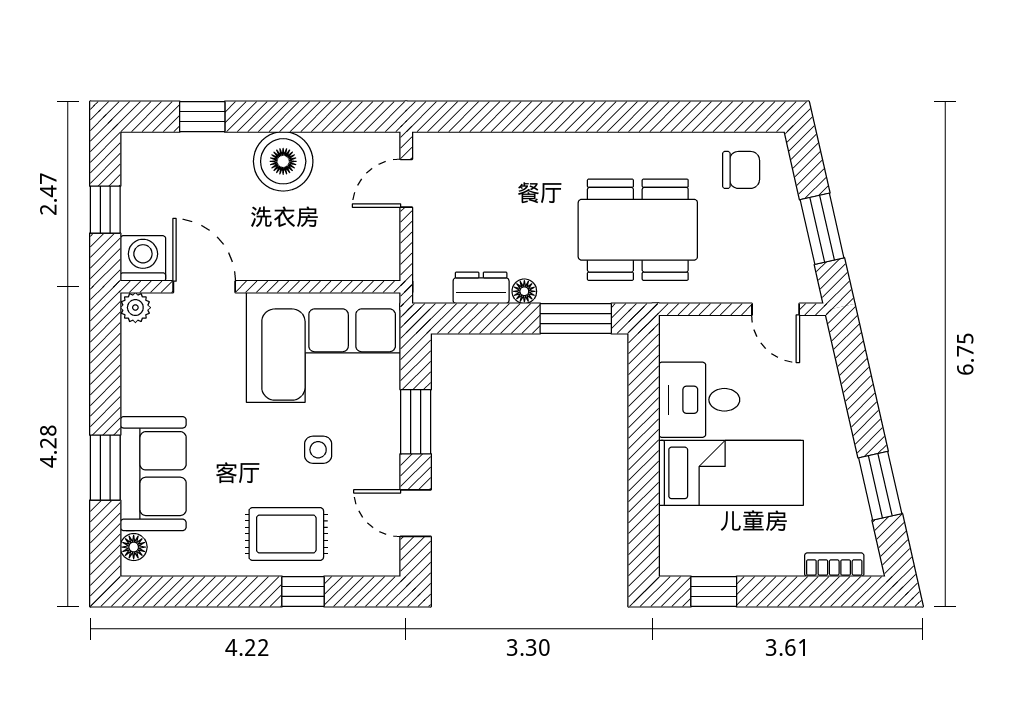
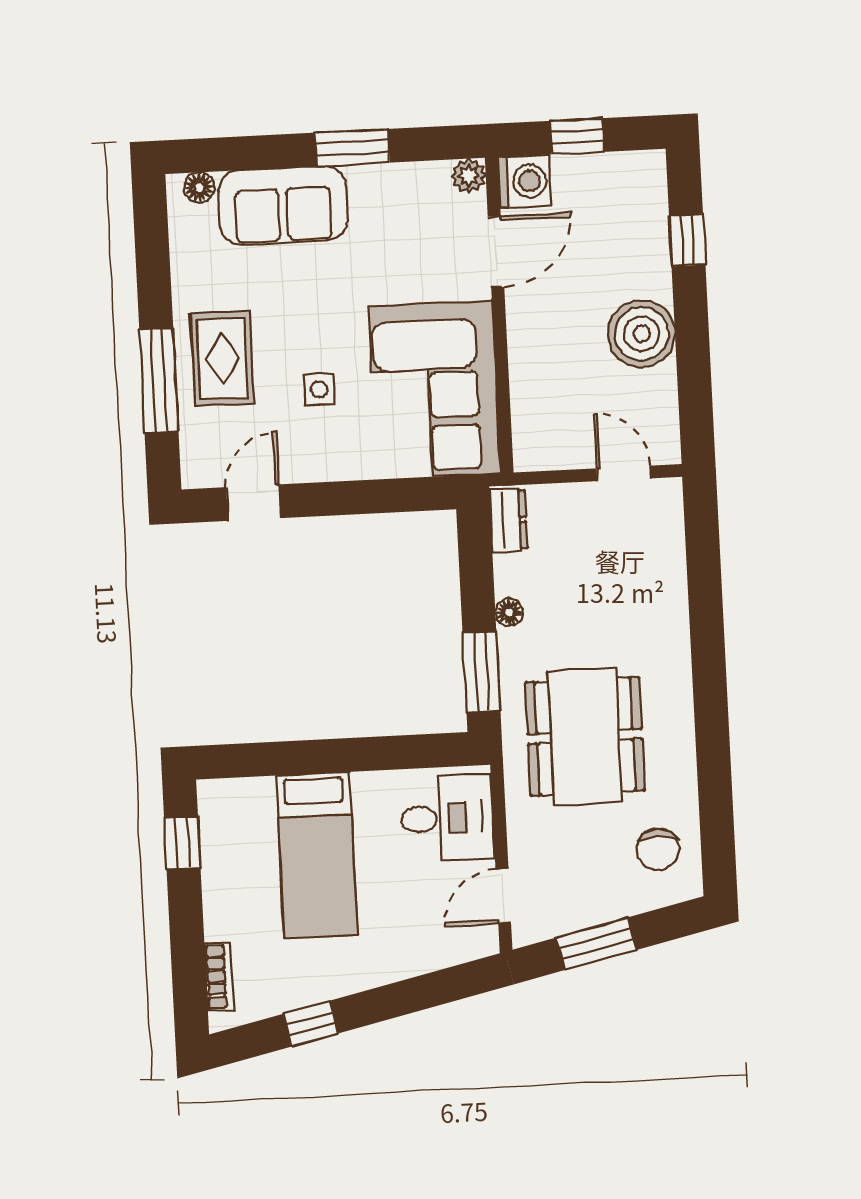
dresser: (481, 288) -> (508, 520), moved
desk: (699, 400) -> (447, 818), moved, turned 90
window: (416, 422) -> (356, 497), removed
window: (105, 468) -> (352, 148), moved
window: (880, 486) -> (311, 1024), width x0.67
window: (303, 591) -> (159, 380), width x2.17

